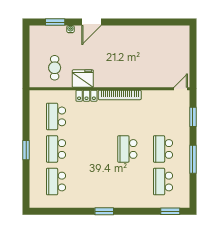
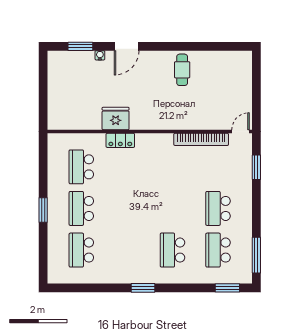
cafe table: (55, 68) -> (182, 70), moved
bookcase: (120, 95) -> (201, 139), moved
school desk: (127, 149) -> (173, 250), moved
window: (193, 159) -> (256, 255), moved

